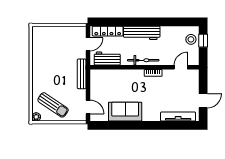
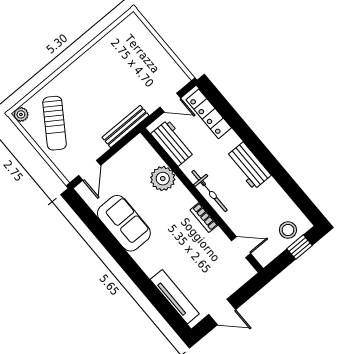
workbench: (142, 33) -> (249, 166), width x0.73
plant: (120, 77) -> (163, 179), added

